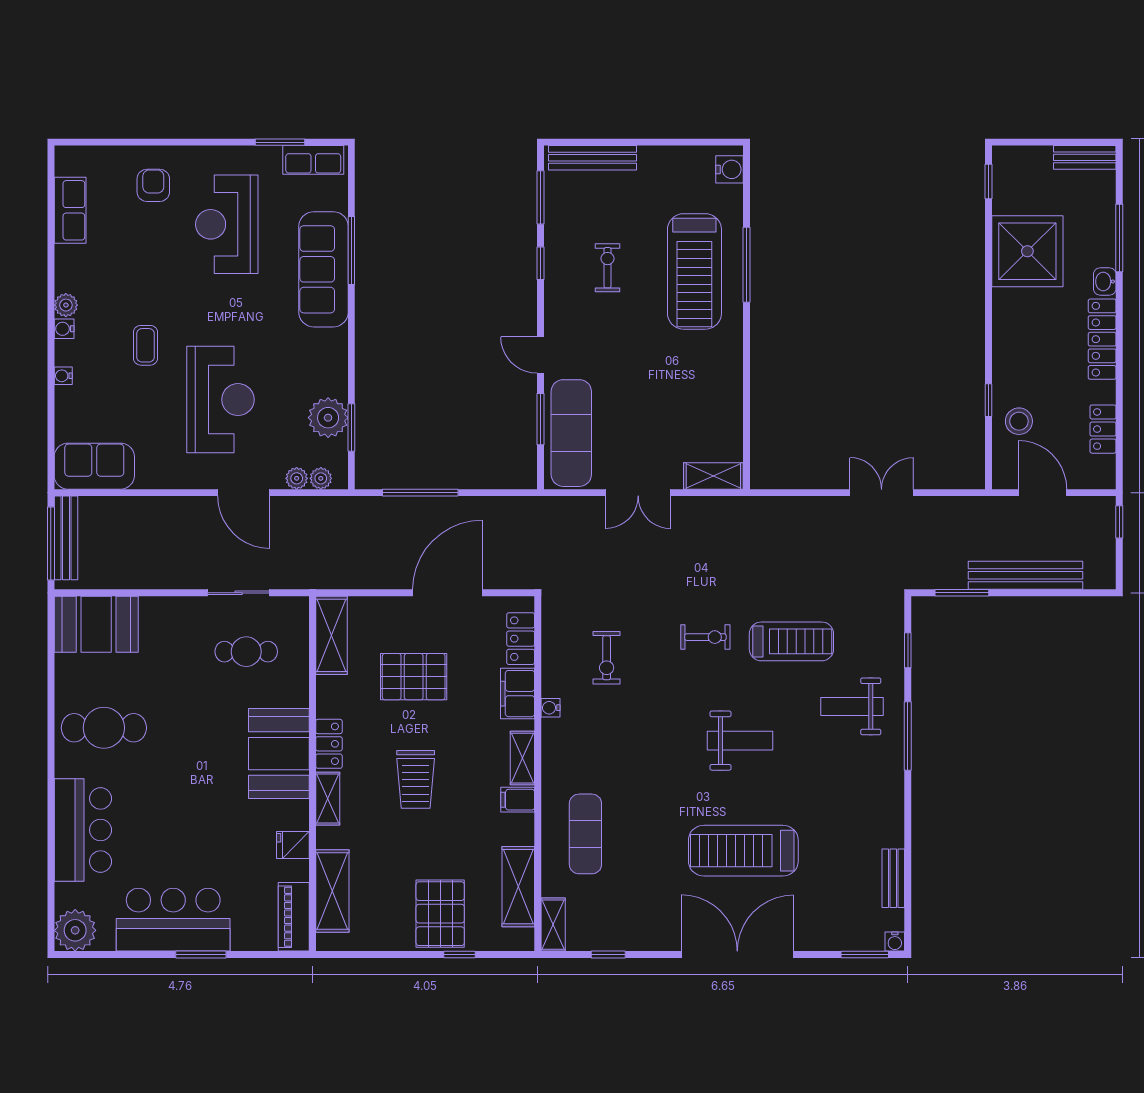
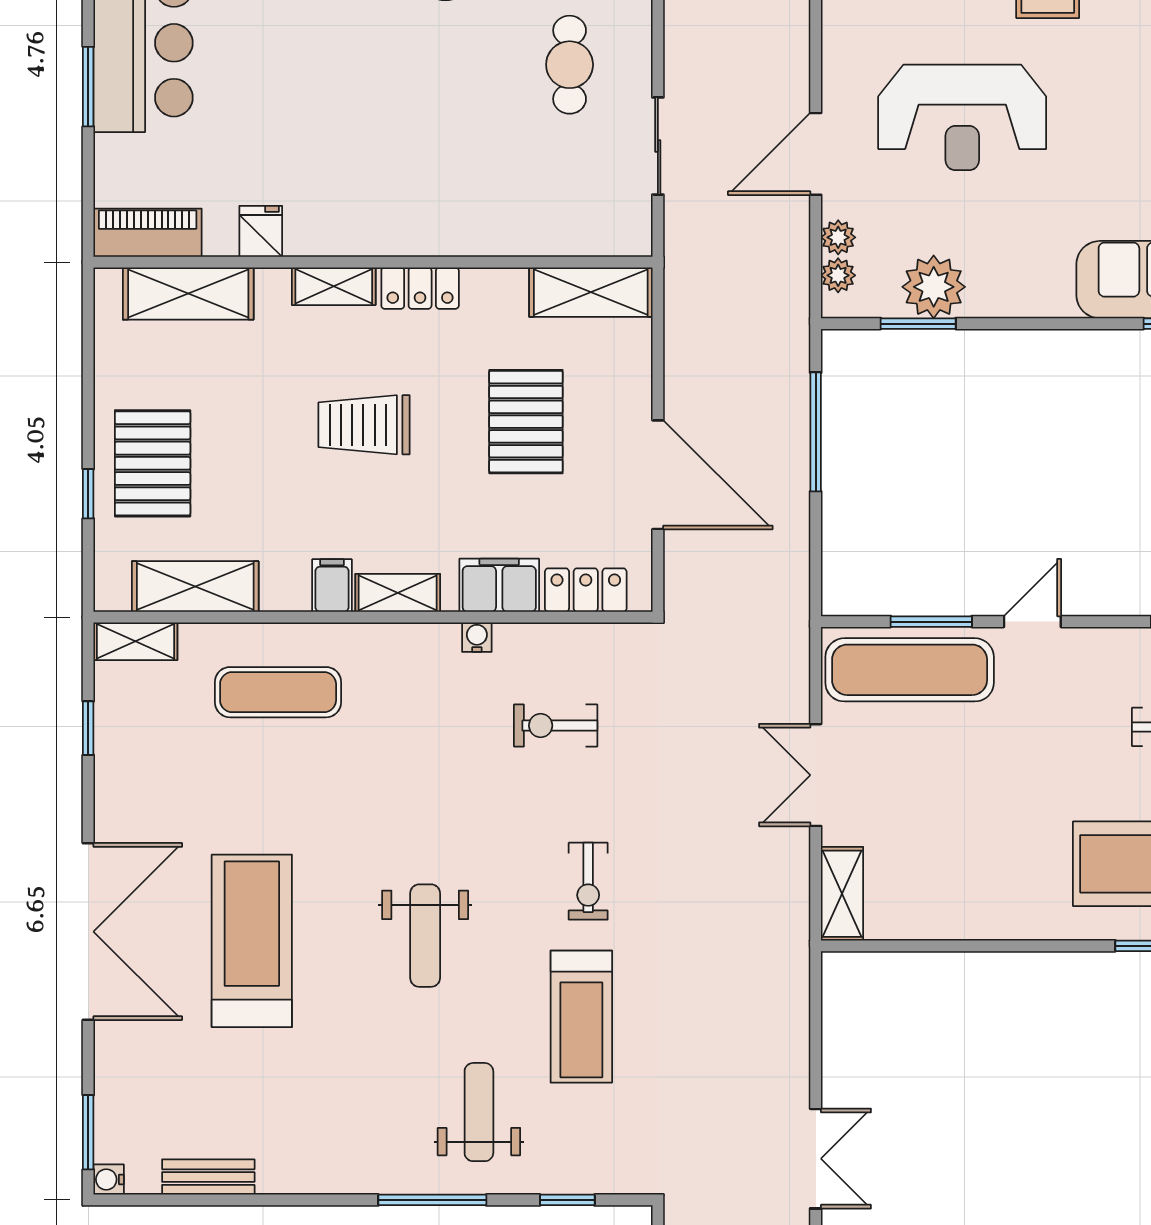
cafe table: (246, 652) -> (570, 65), moved
booth: (279, 754) -> (405, 209), removed
pallet: (440, 914) -> (153, 463), turned 90

